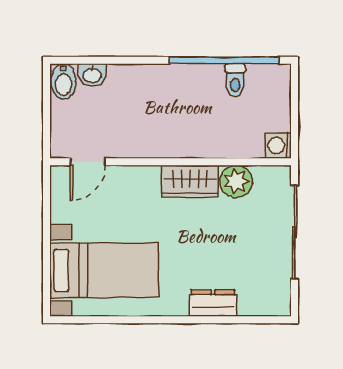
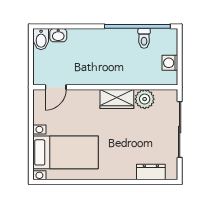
washing machine: (278, 146) -> (170, 63), moved
dresser: (213, 303) -> (151, 172), moved

